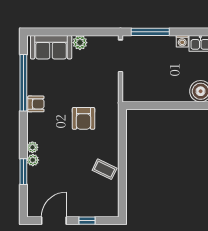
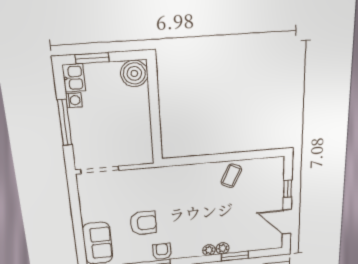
window: (150, 32) -> (65, 123), moved
plant: (80, 43) -> (89, 214), removed
armchair: (83, 118) -> (143, 223), moved

